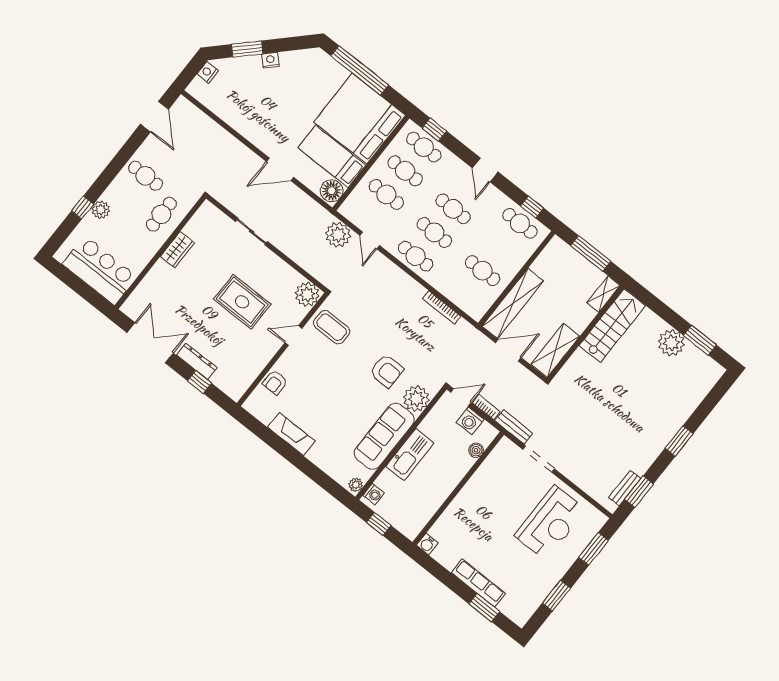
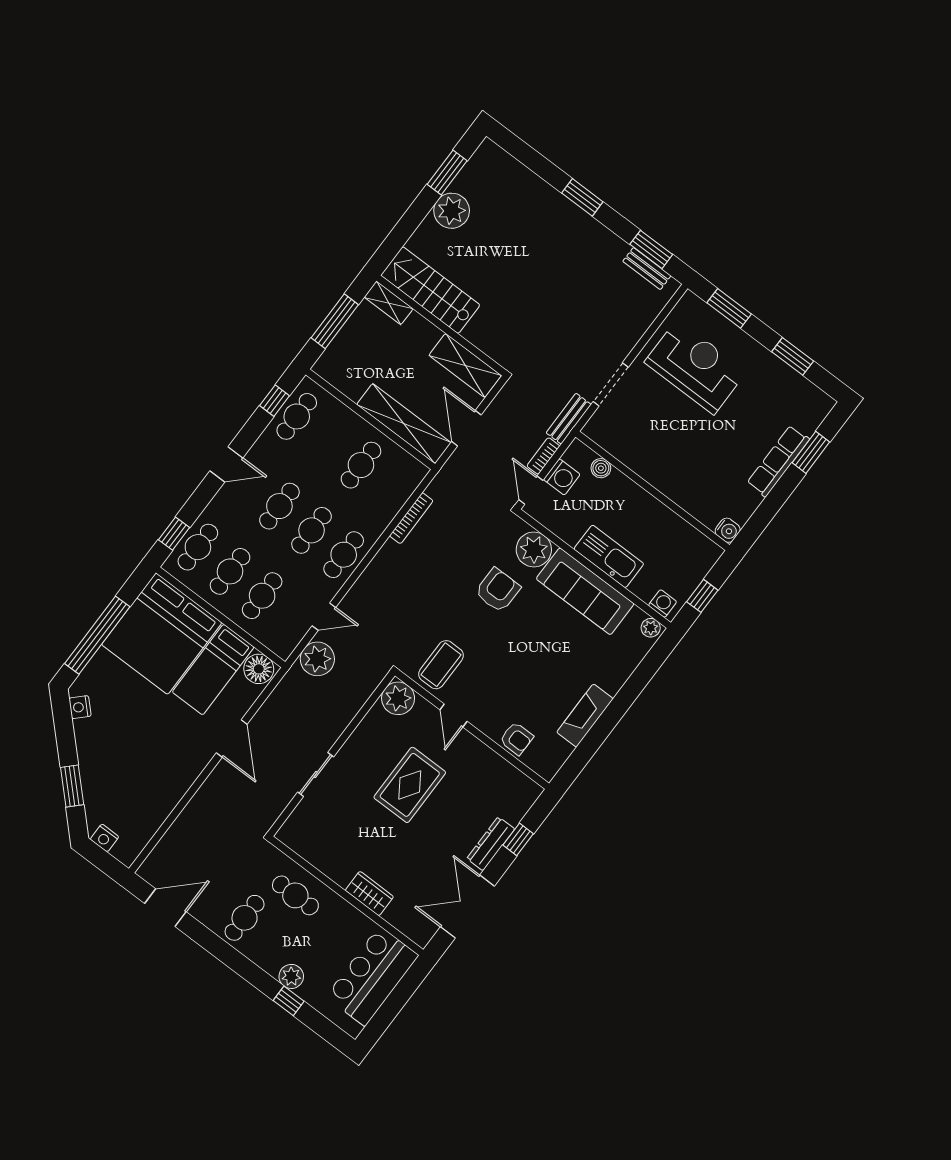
nightstand: (270, 60) -> (80, 707), moved
wardrobe: (177, 250) -> (369, 894), moved

